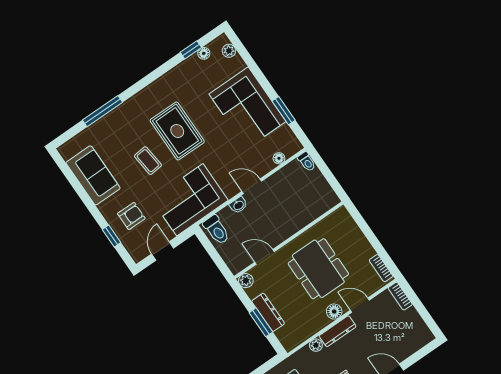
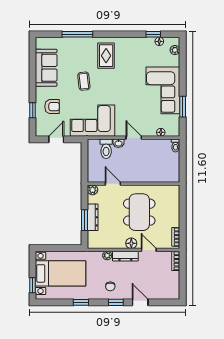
rug: (177, 131) -> (106, 56), moved, width x0.73, depth x0.70
toilet: (216, 230) -> (106, 149), moved

